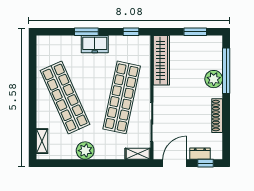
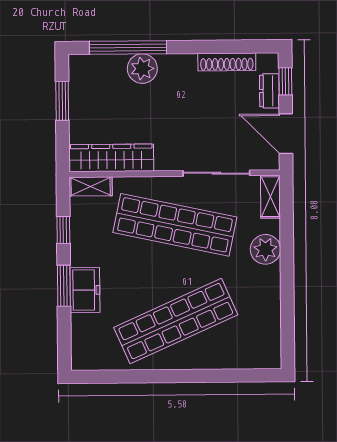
window: (131, 32) -> (63, 230), moved
freezer: (95, 44) -> (85, 290), moved
shoe rack: (217, 116) -> (227, 62), moved
shelving: (42, 141) -> (91, 186), moved
plant: (85, 151) -> (265, 249), moved

